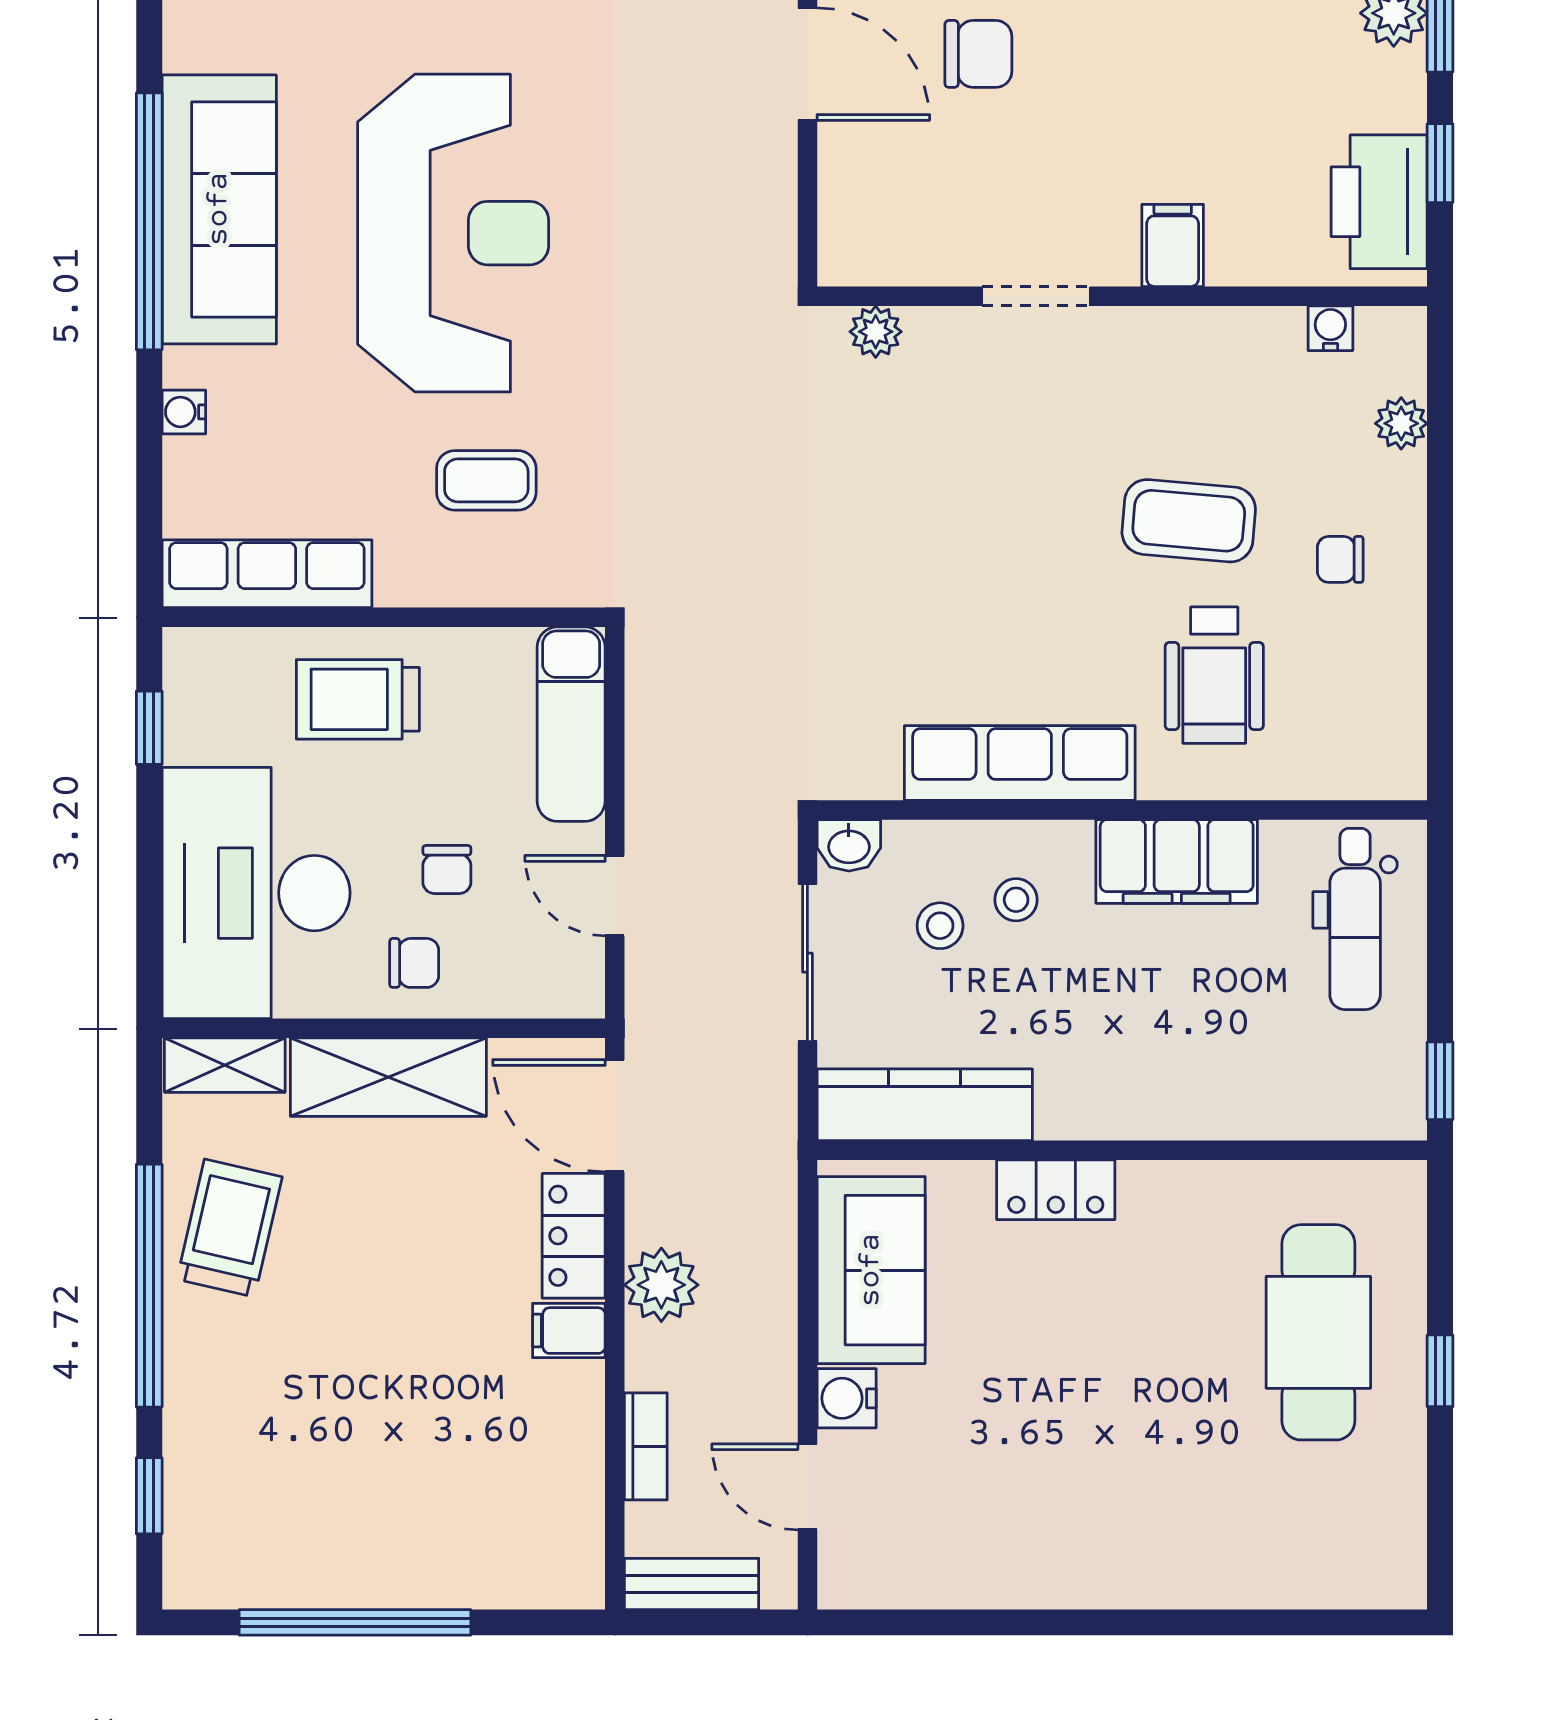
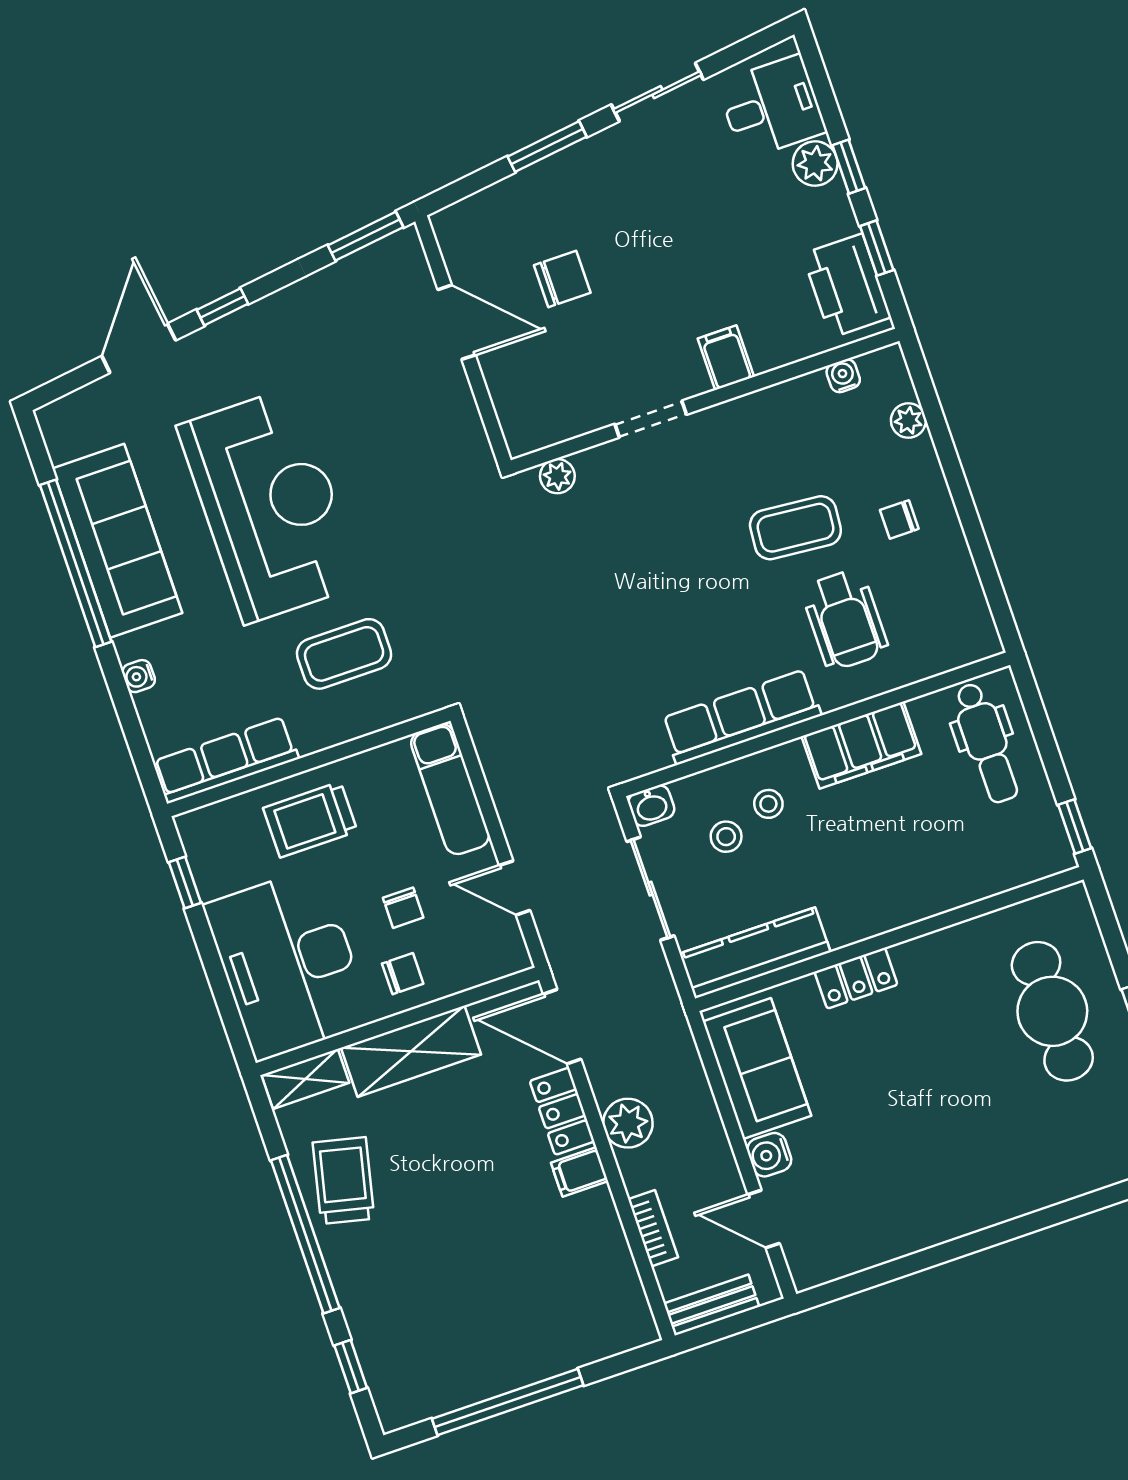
coffee table: (486, 480) -> (344, 654), width x1.36, depth x1.30

